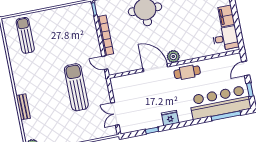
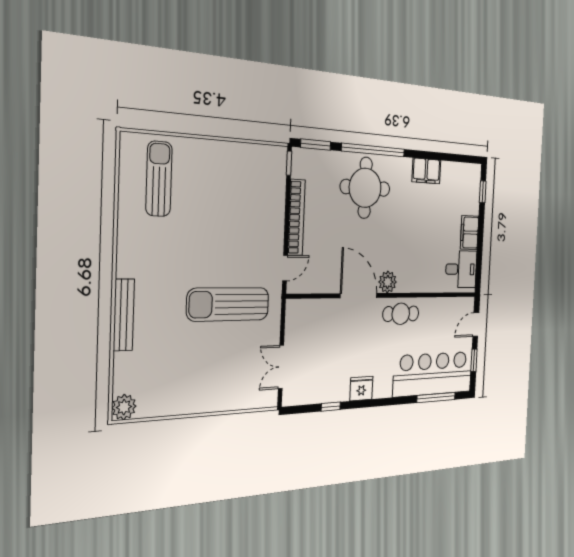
door: (105, 63) -> (285, 268), swing flipped
sun lounger: (76, 87) -> (228, 304), turned -90
bench: (23, 107) -> (124, 315), width x1.36

